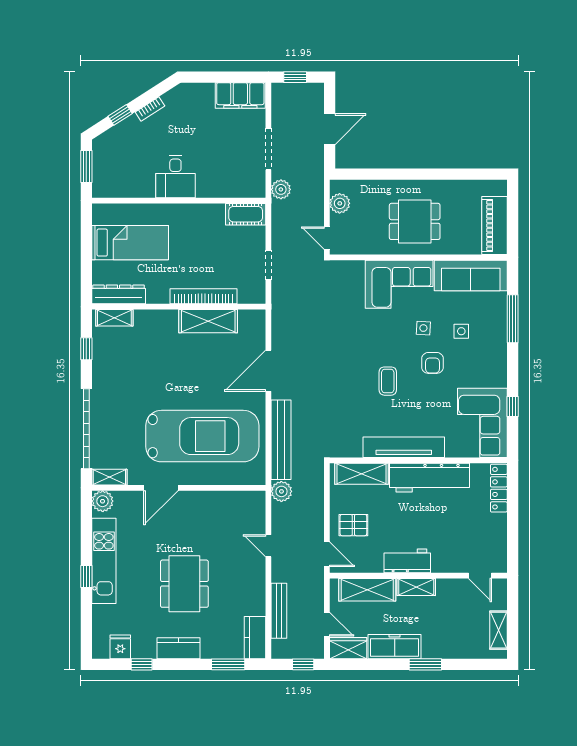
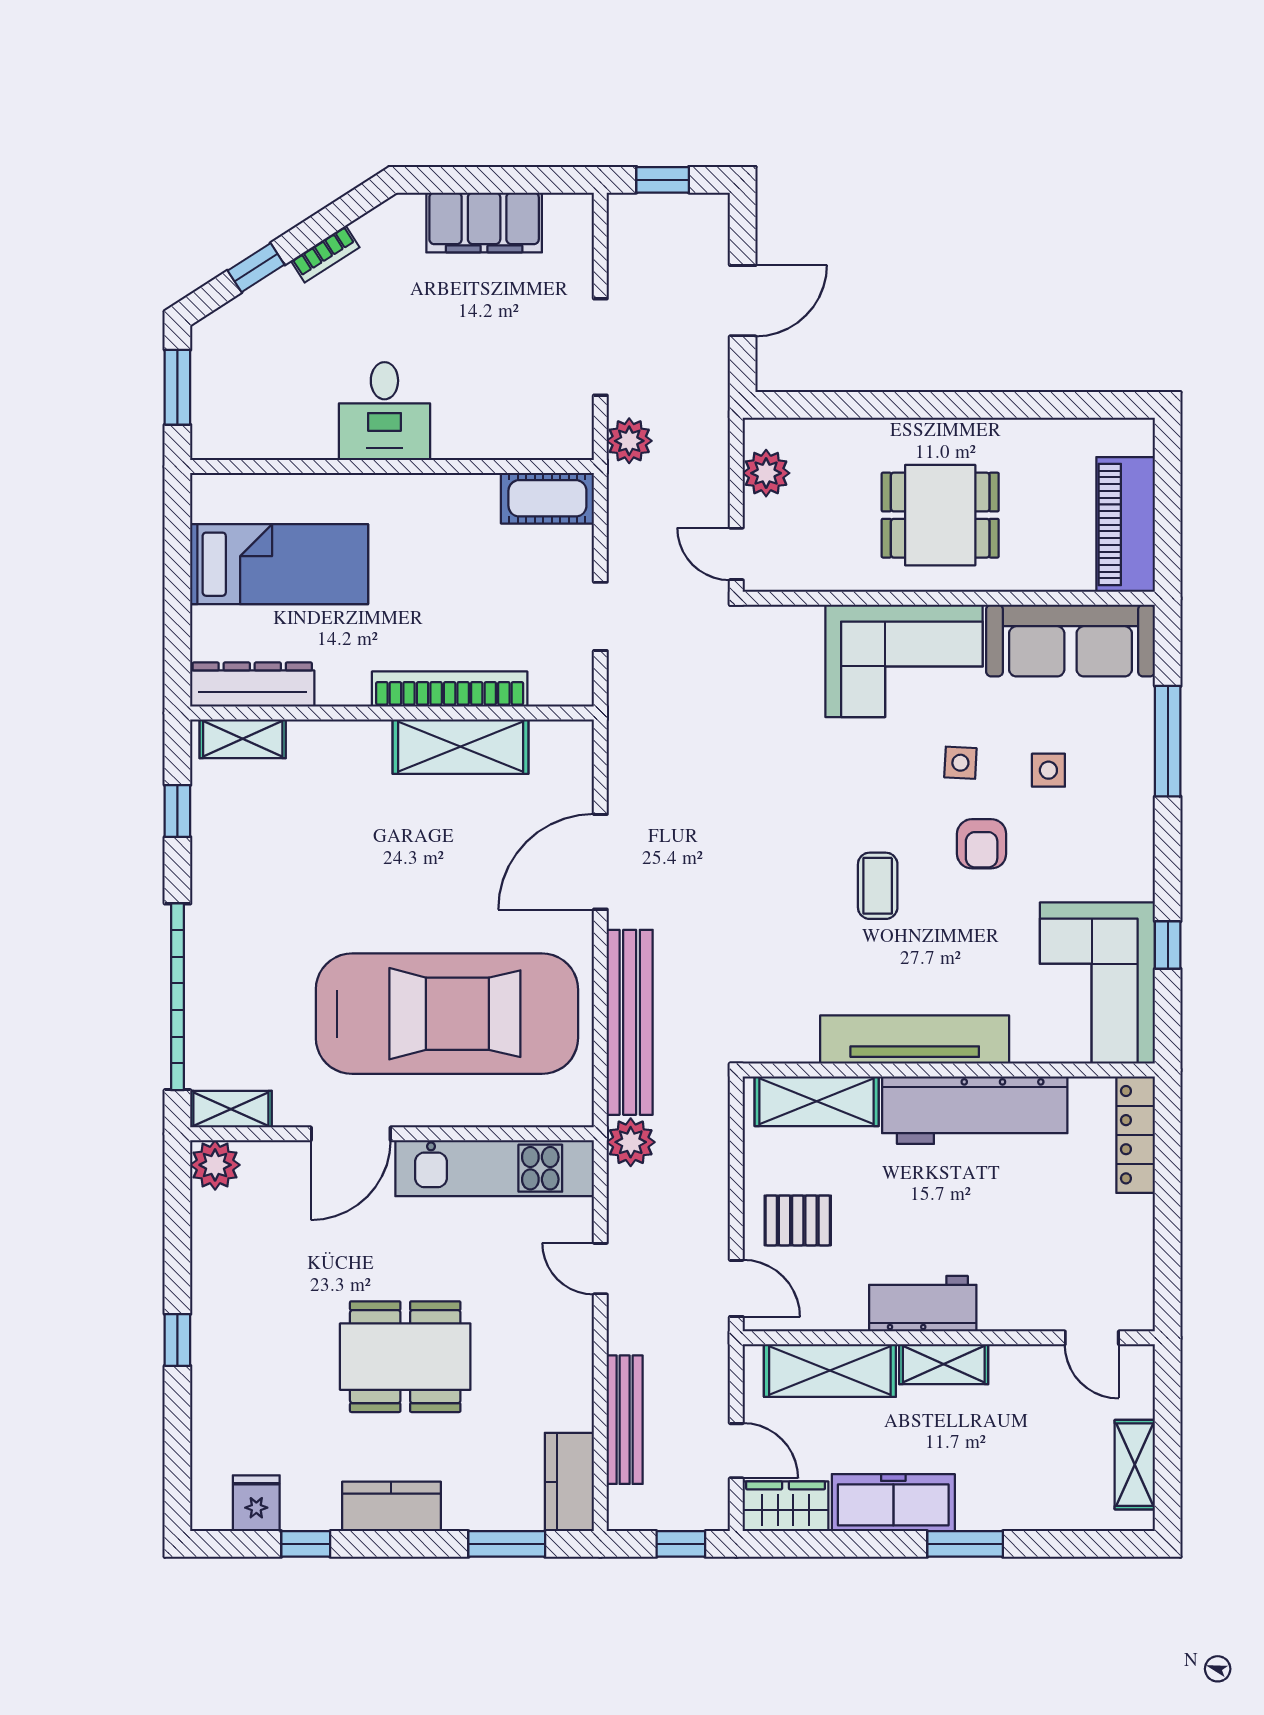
filing cabinet: (240, 95) -> (484, 222), moved
kitchen unit: (104, 561) -> (495, 1168), moved, turned 90
dining table: (184, 584) -> (405, 1357), turned 90

